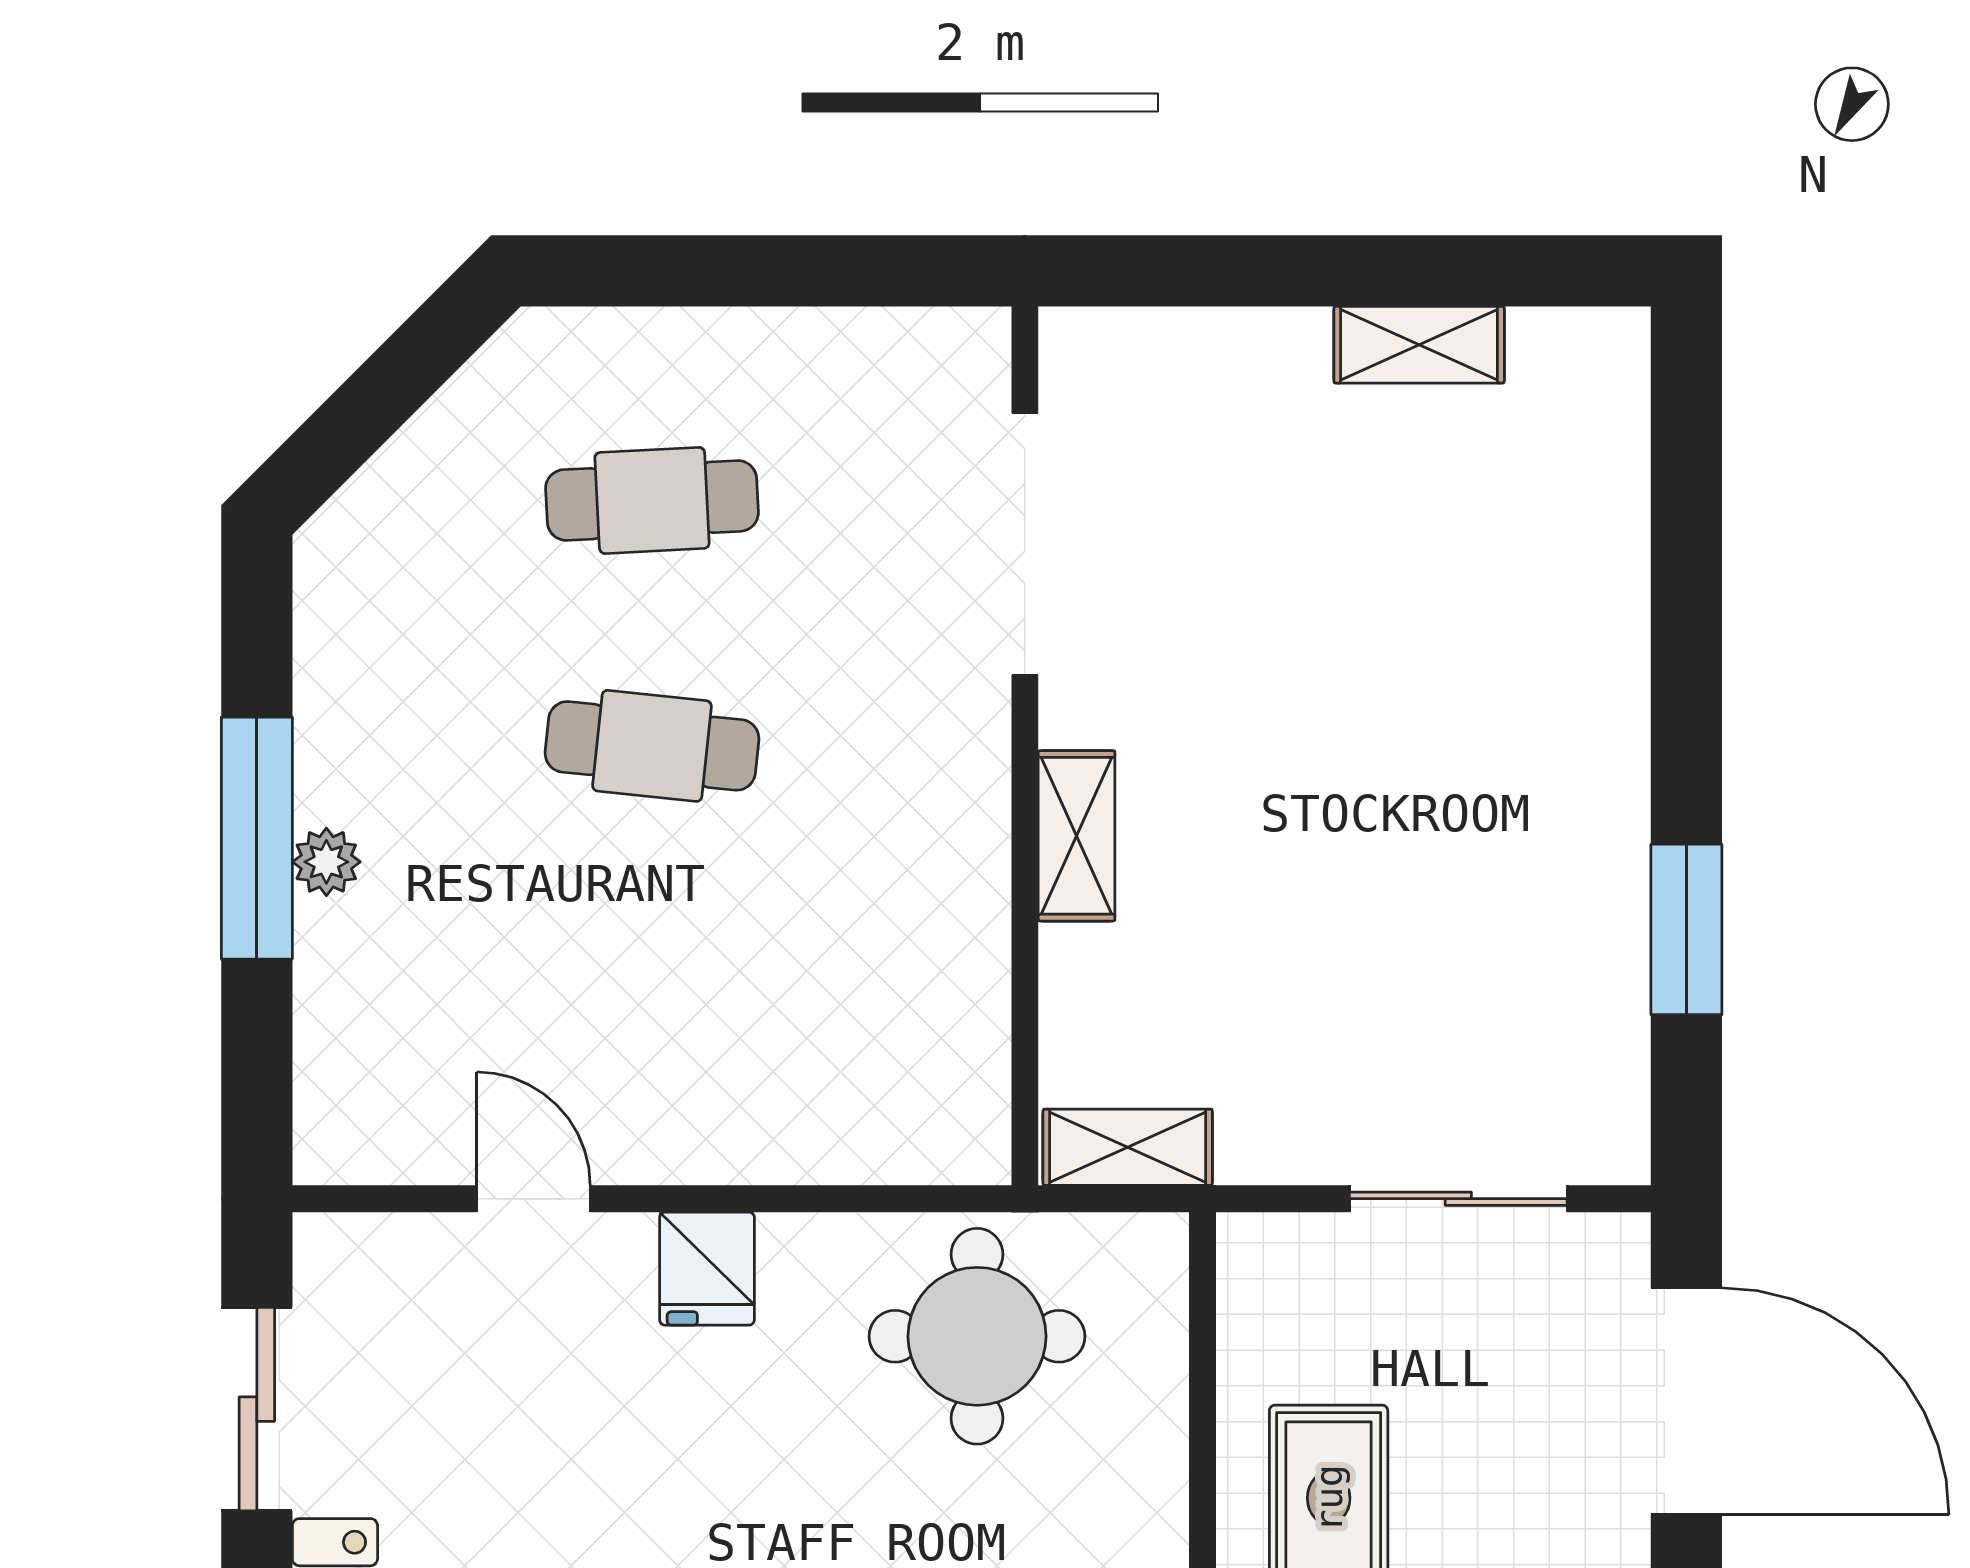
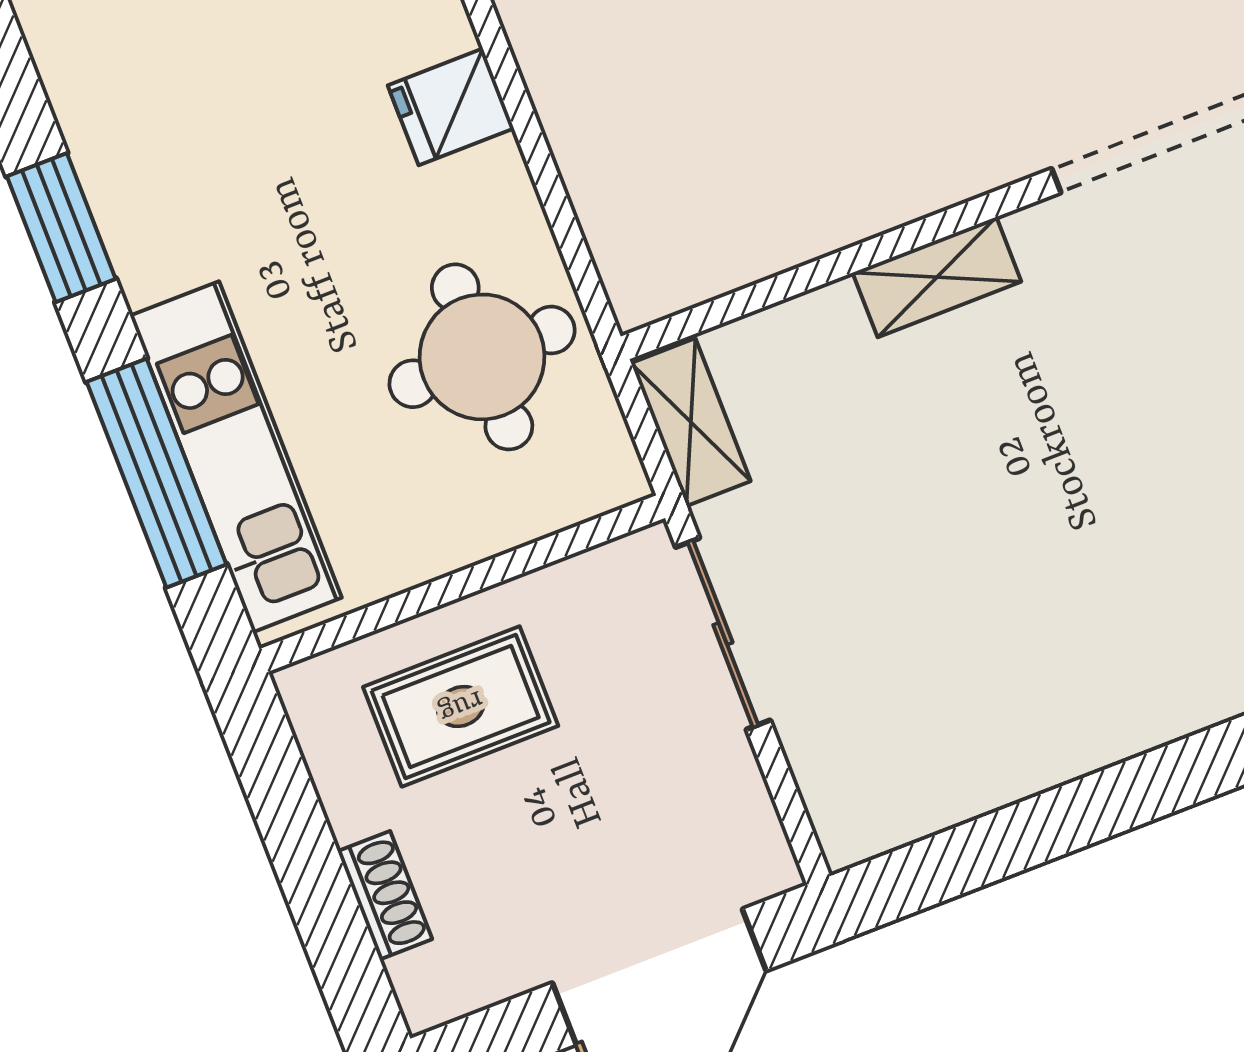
window: (1686, 929) -> (1058, 822), removed
sliding door: (1458, 1199) -> (723, 634), moved

